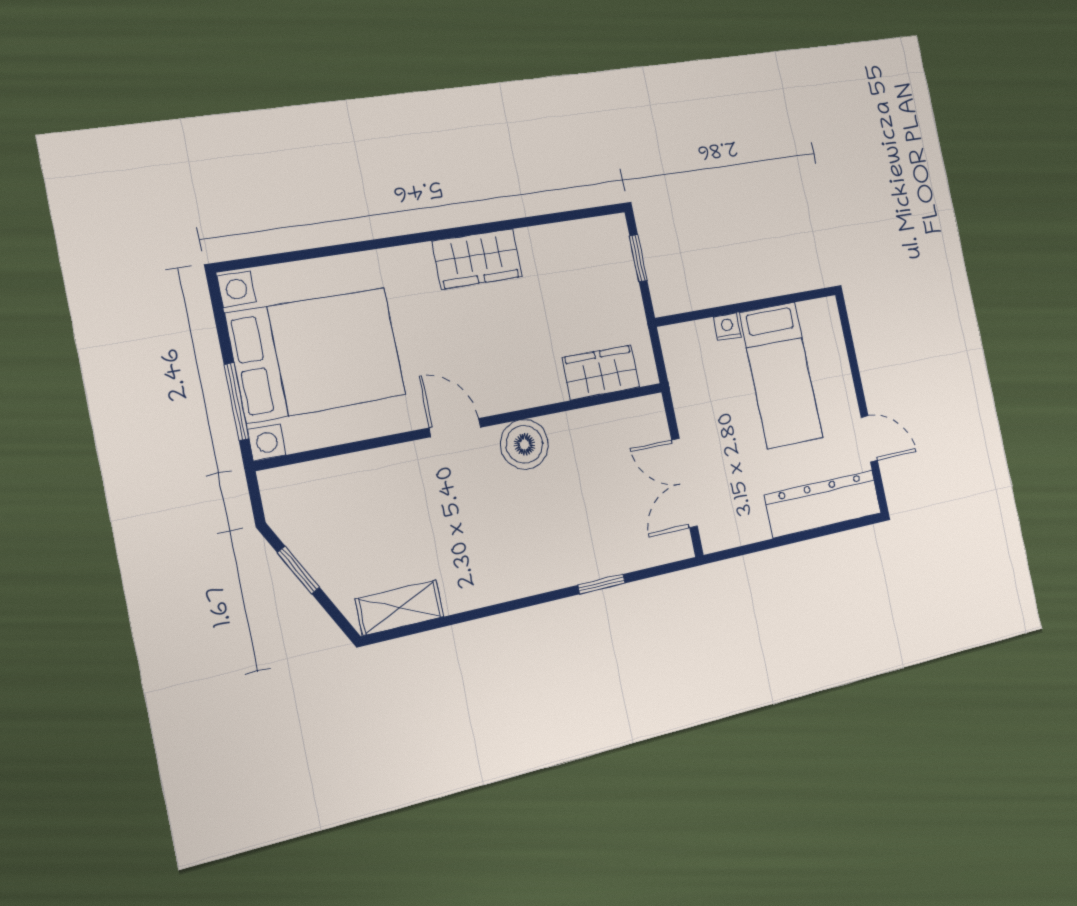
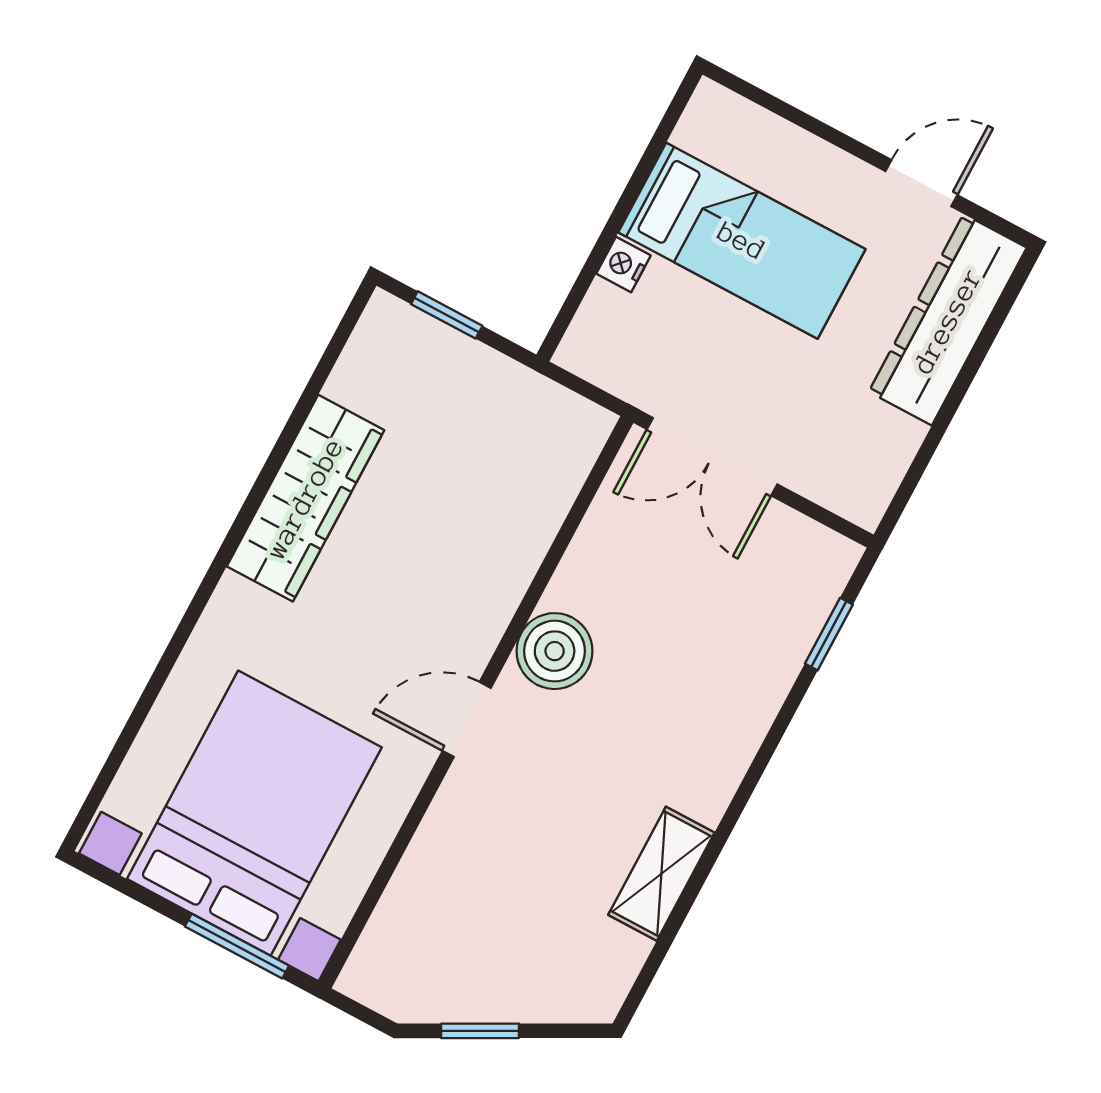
wardrobe: (477, 259) -> (305, 498), width x1.50
wardrobe: (601, 372) -> (547, 482), removed
double door: (684, 483) -> (712, 457), moved
window: (602, 584) -> (829, 634), moved
shelving: (400, 608) -> (661, 874), moved

